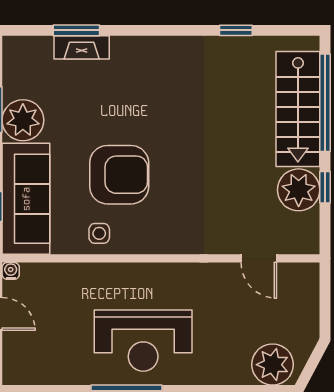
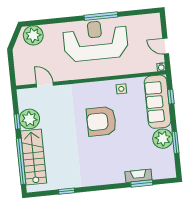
armchair: (119, 175) -> (101, 121), moved
reception desk: (143, 341) -> (95, 40), width x1.36, depth x1.30

